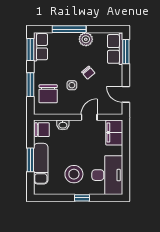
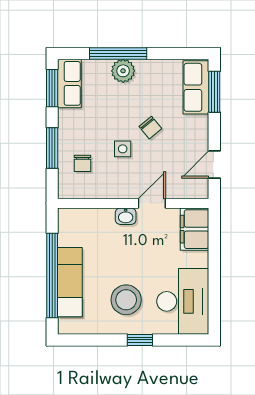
plant: (86, 39) -> (123, 71), moved
chair: (48, 94) -> (82, 163), width x0.54, depth x0.54
door: (126, 94) -> (214, 165), hinge flipped
washbasin: (63, 125) -> (126, 216), moved
chair: (42, 130) -> (72, 224), removed
window: (30, 160) -> (52, 276), width x2.11

